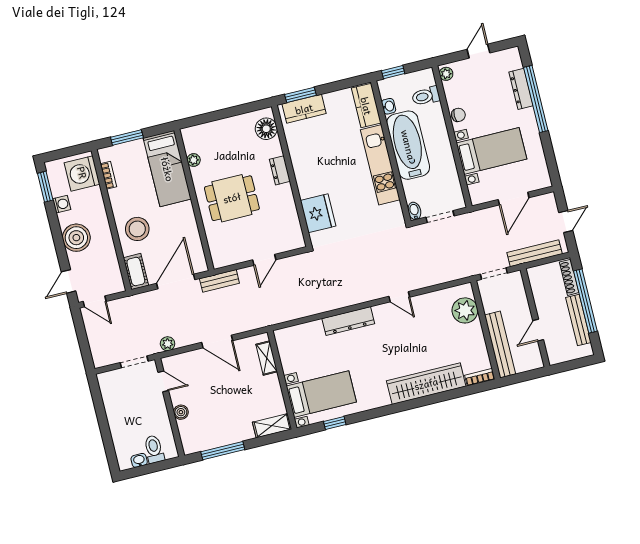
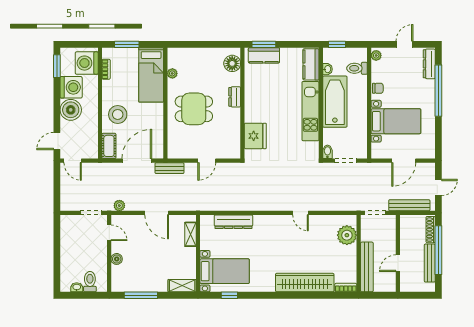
dresser: (521, 89) -> (429, 64), moved
washing machine: (62, 204) -> (71, 87), width x1.89, depth x1.89
dresser: (348, 321) -> (233, 222), moved

